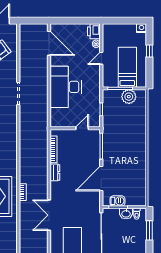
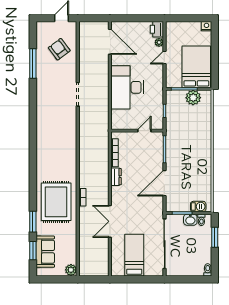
window: (149, 51) -> (215, 50), removed
bed: (127, 67) -> (196, 67), width x1.50
barbecue: (117, 201) -> (198, 207), moved

